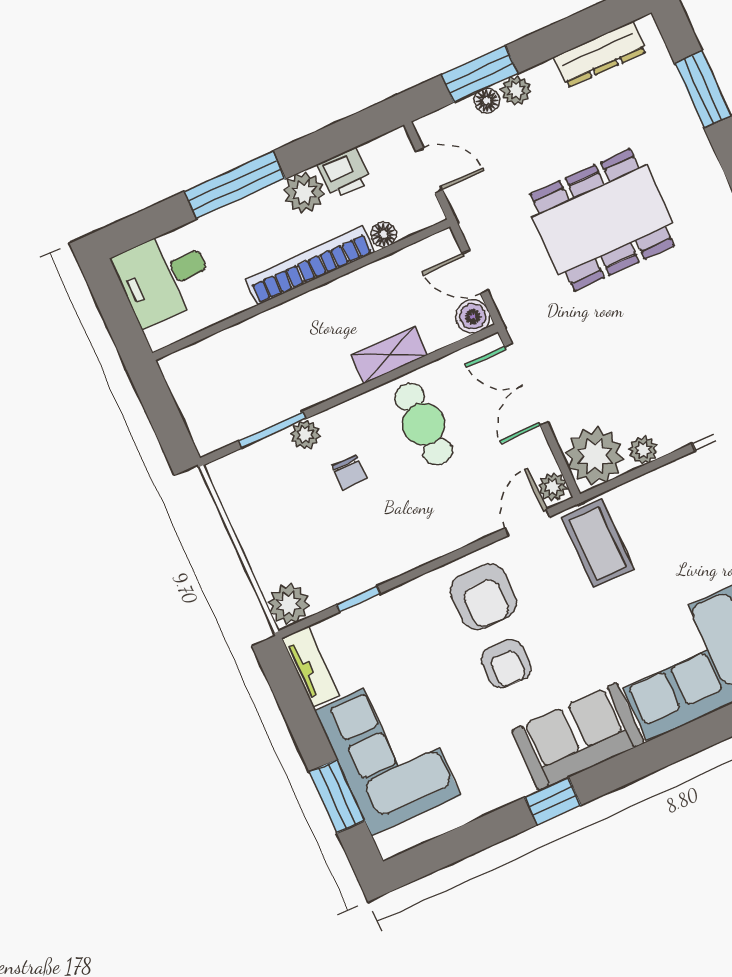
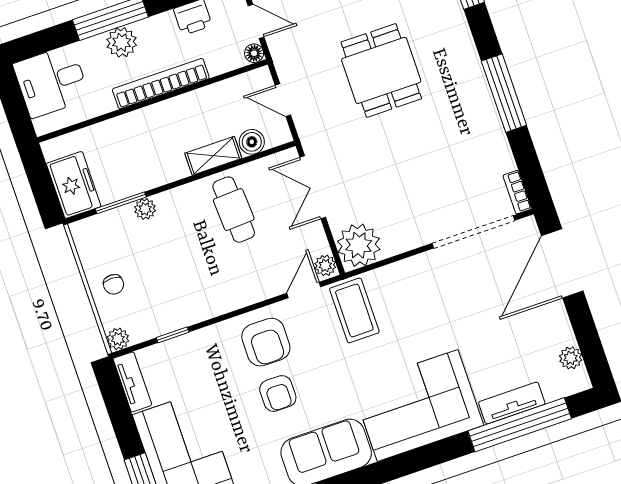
plant: (304, 192) -> (122, 42), moved
dining table: (602, 220) -> (381, 70), width x0.73
floor lamp: (384, 235) -> (254, 53), moved
boiler: (473, 316) -> (252, 142), moved
freezer: (207, 412) -> (74, 185), added
plant: (643, 450) -> (395, 245), removed
chair: (350, 472) -> (113, 284), moved
plant: (289, 604) -> (118, 339), width x0.73, depth x0.73

